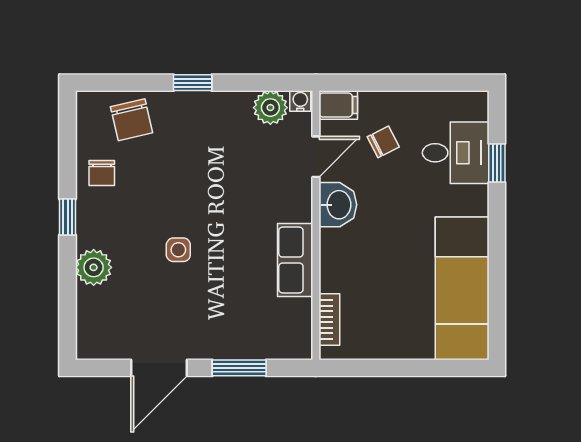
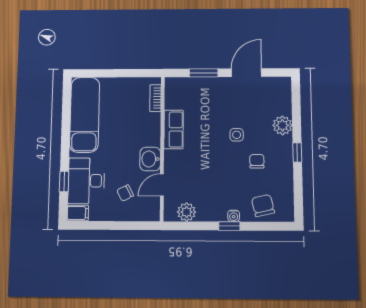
water cooler: (300, 101) -> (234, 216), moved
filing cabinet: (338, 105) -> (78, 213), moved, turned 180
desk: (456, 153) -> (86, 181), width x1.37
chair: (102, 173) -> (257, 161), moved

